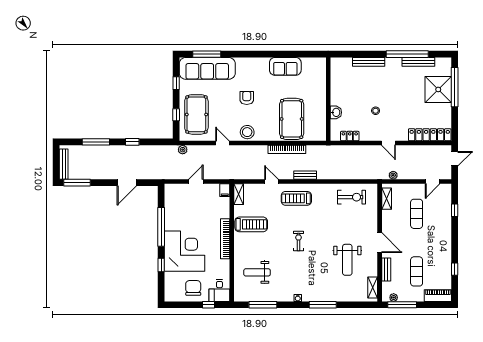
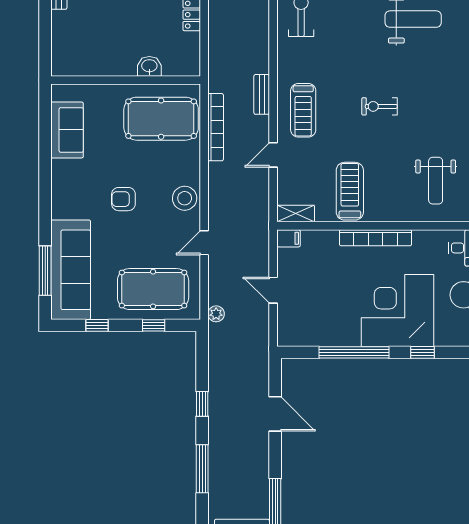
wall: (328, 99) -> (126, 80), moved
washbasin: (336, 112) -> (149, 66), moved

